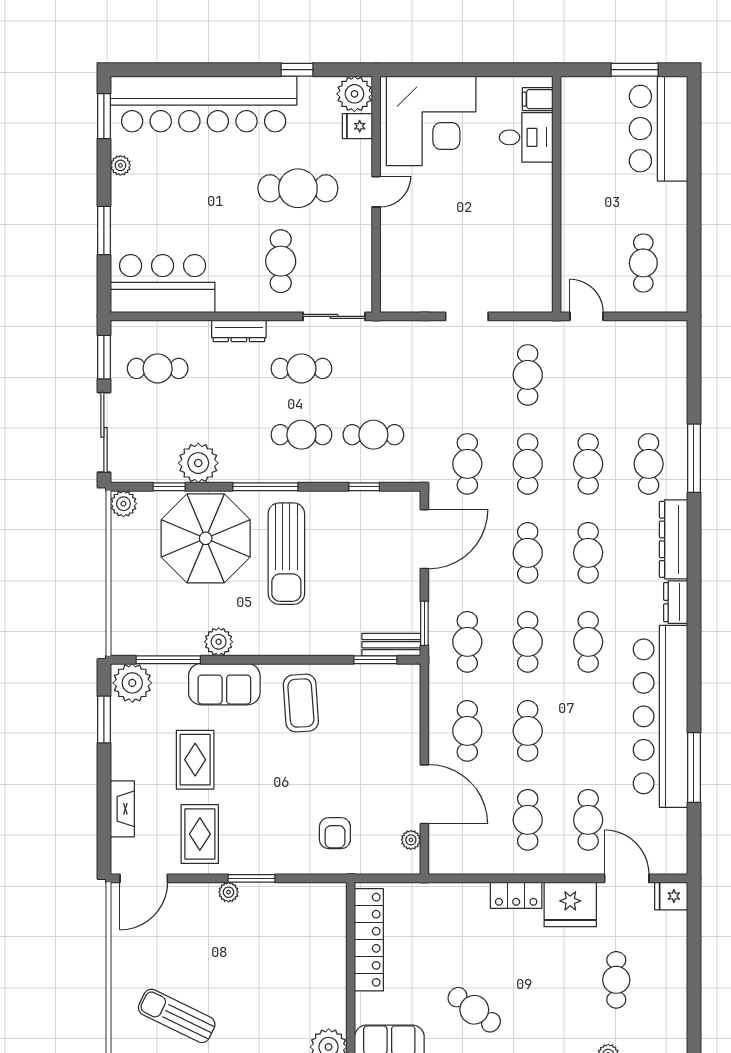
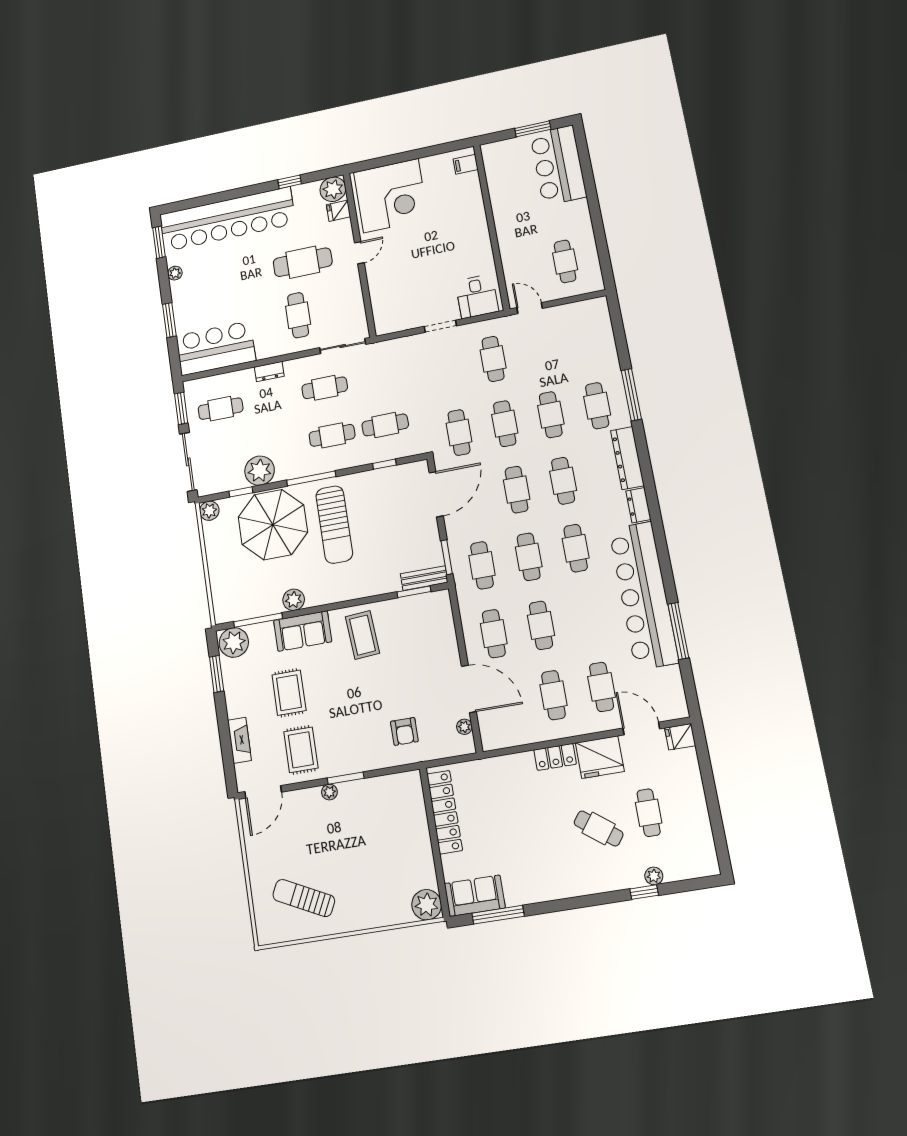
desk: (526, 137) -> (477, 296), moved, turned 90
dresser: (239, 331) -> (269, 372), width x0.70
cafe table: (474, 1010) -> (599, 828), moved

